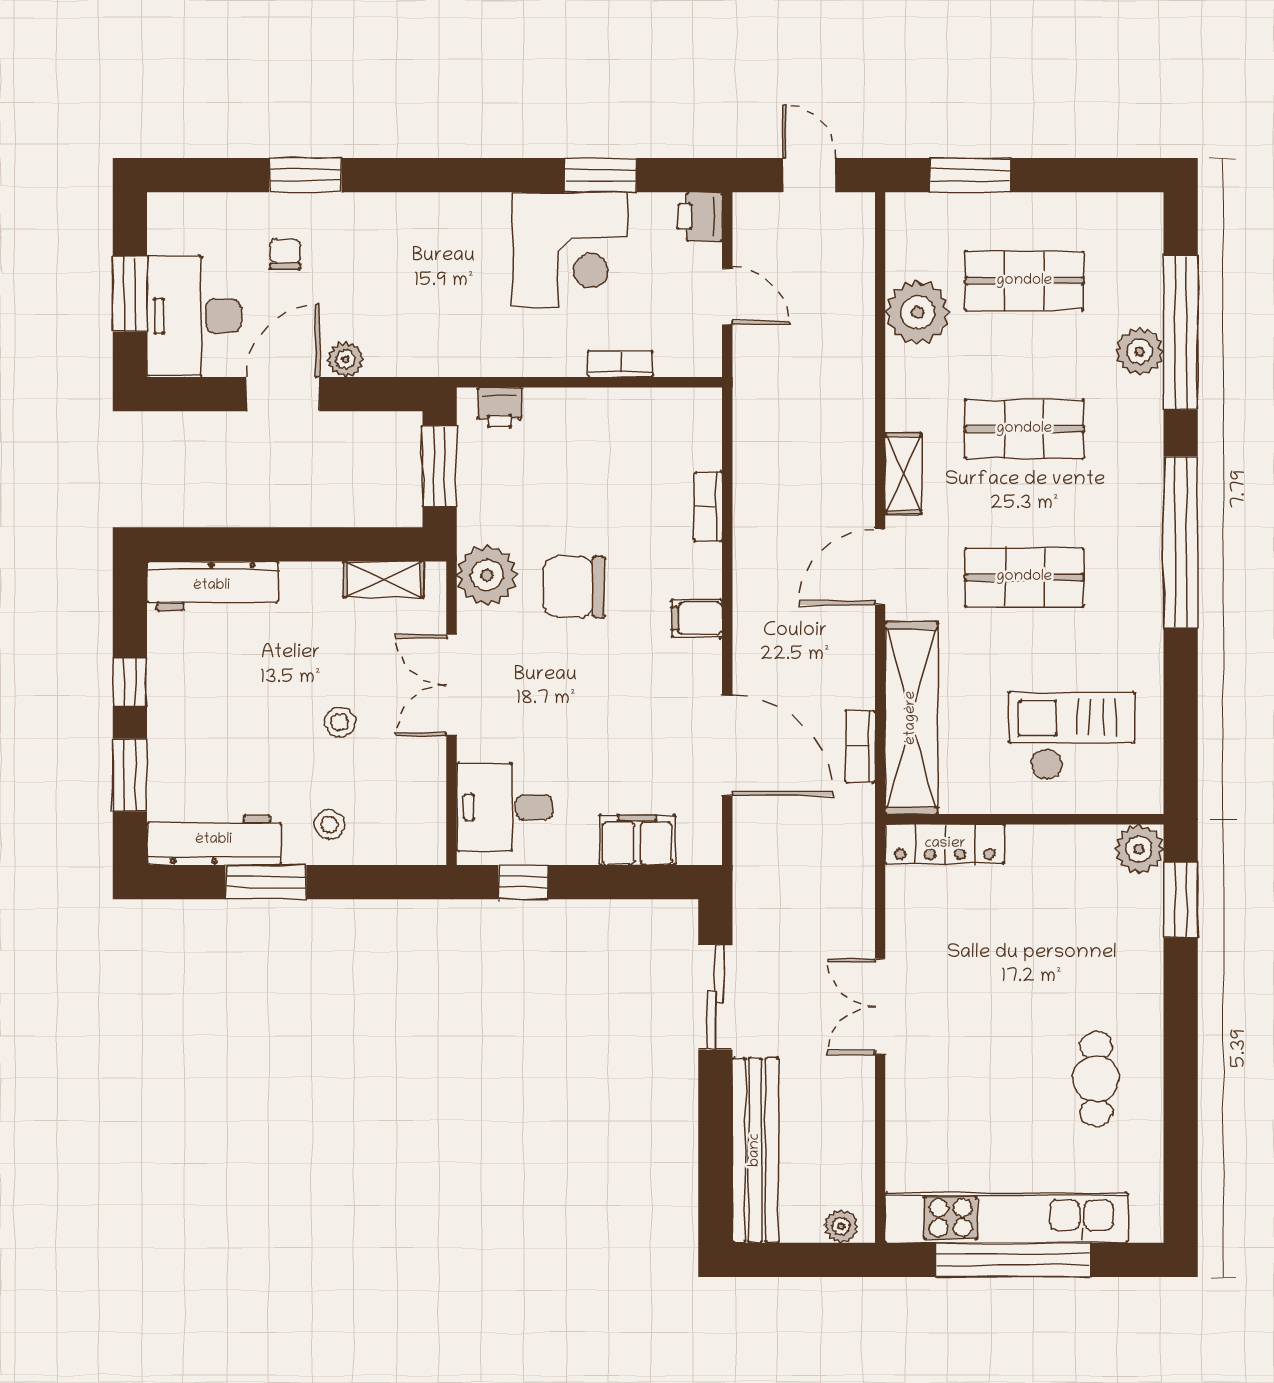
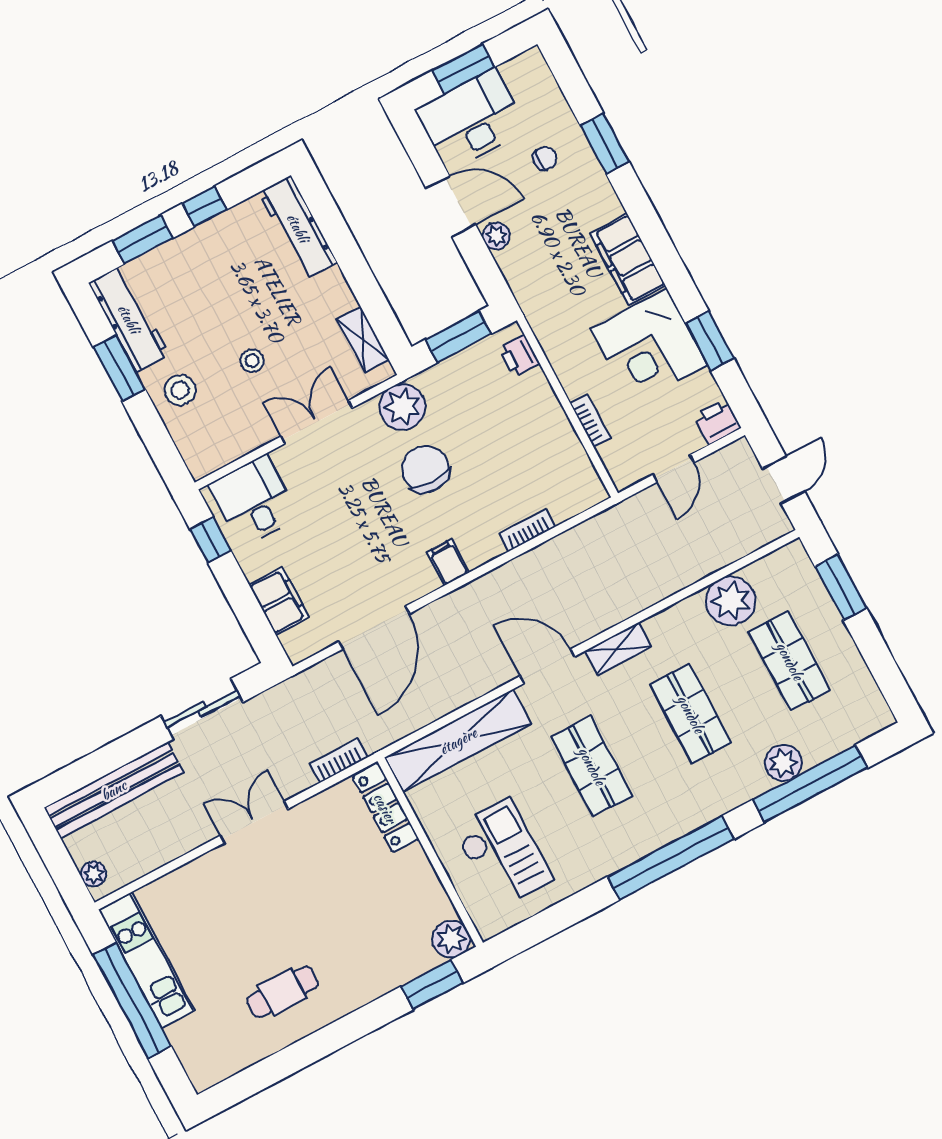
filing cabinet: (455, 220) -> (628, 259), added
bookcase: (861, 747) -> (338, 761), moved
stool: (329, 824) -> (180, 390), width x1.37, depth x1.37
kitchen unit: (1006, 1218) -> (146, 960), width x0.73

